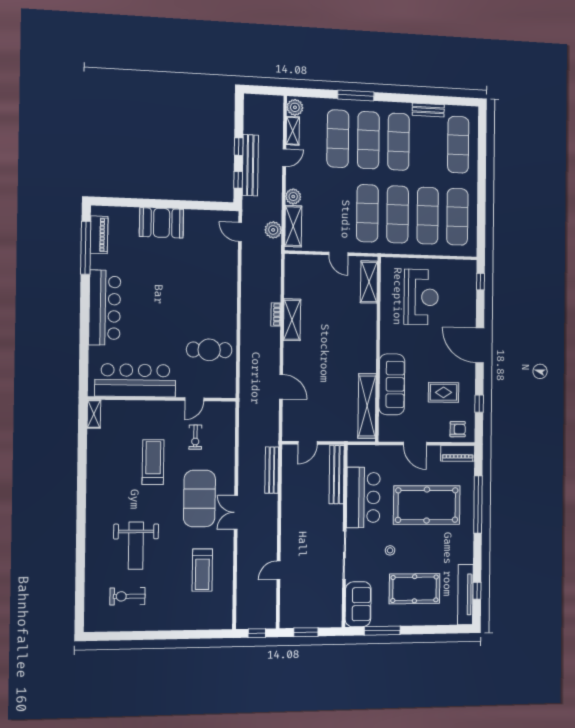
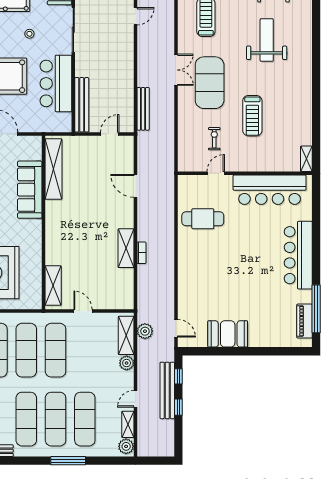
booth: (162, 223) -> (228, 334), moved

